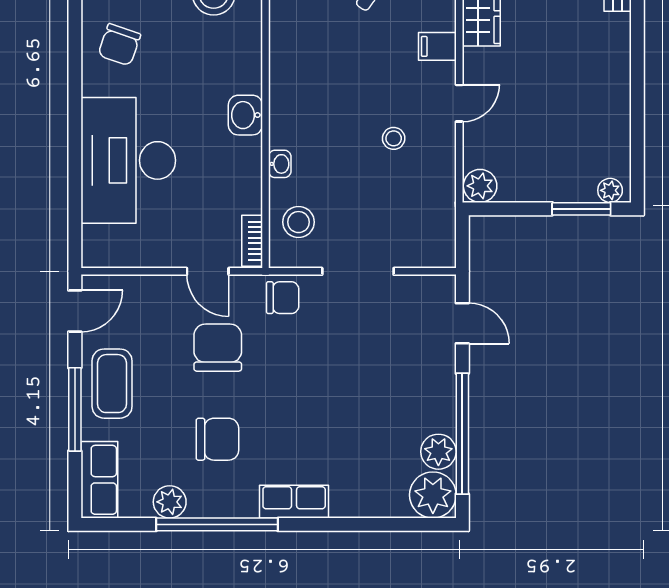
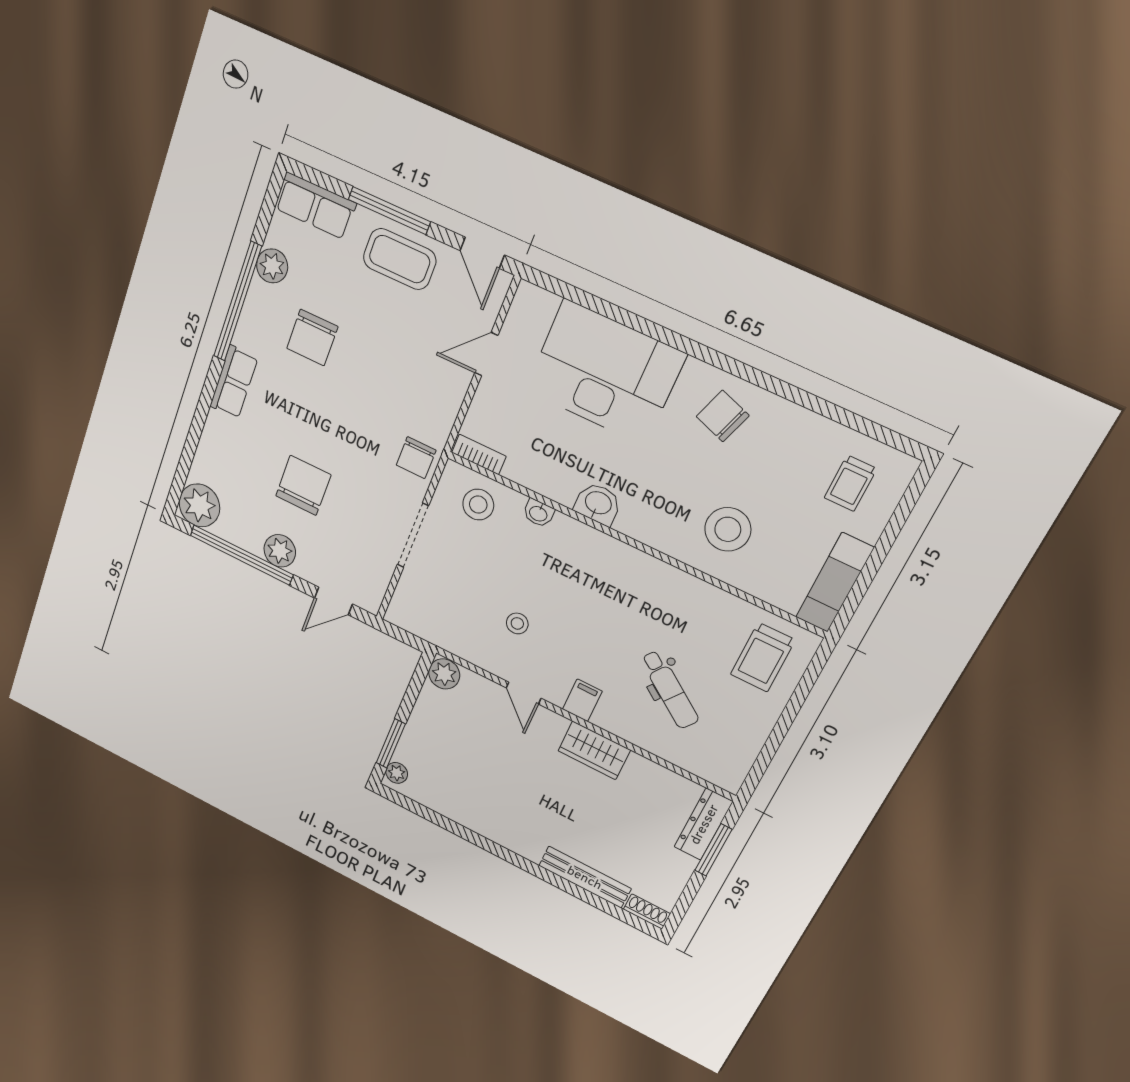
door: (208, 271) -> (486, 354), moved
chair: (218, 348) -> (303, 485), moved, turned -90
plant: (438, 452) -> (280, 551), moved

